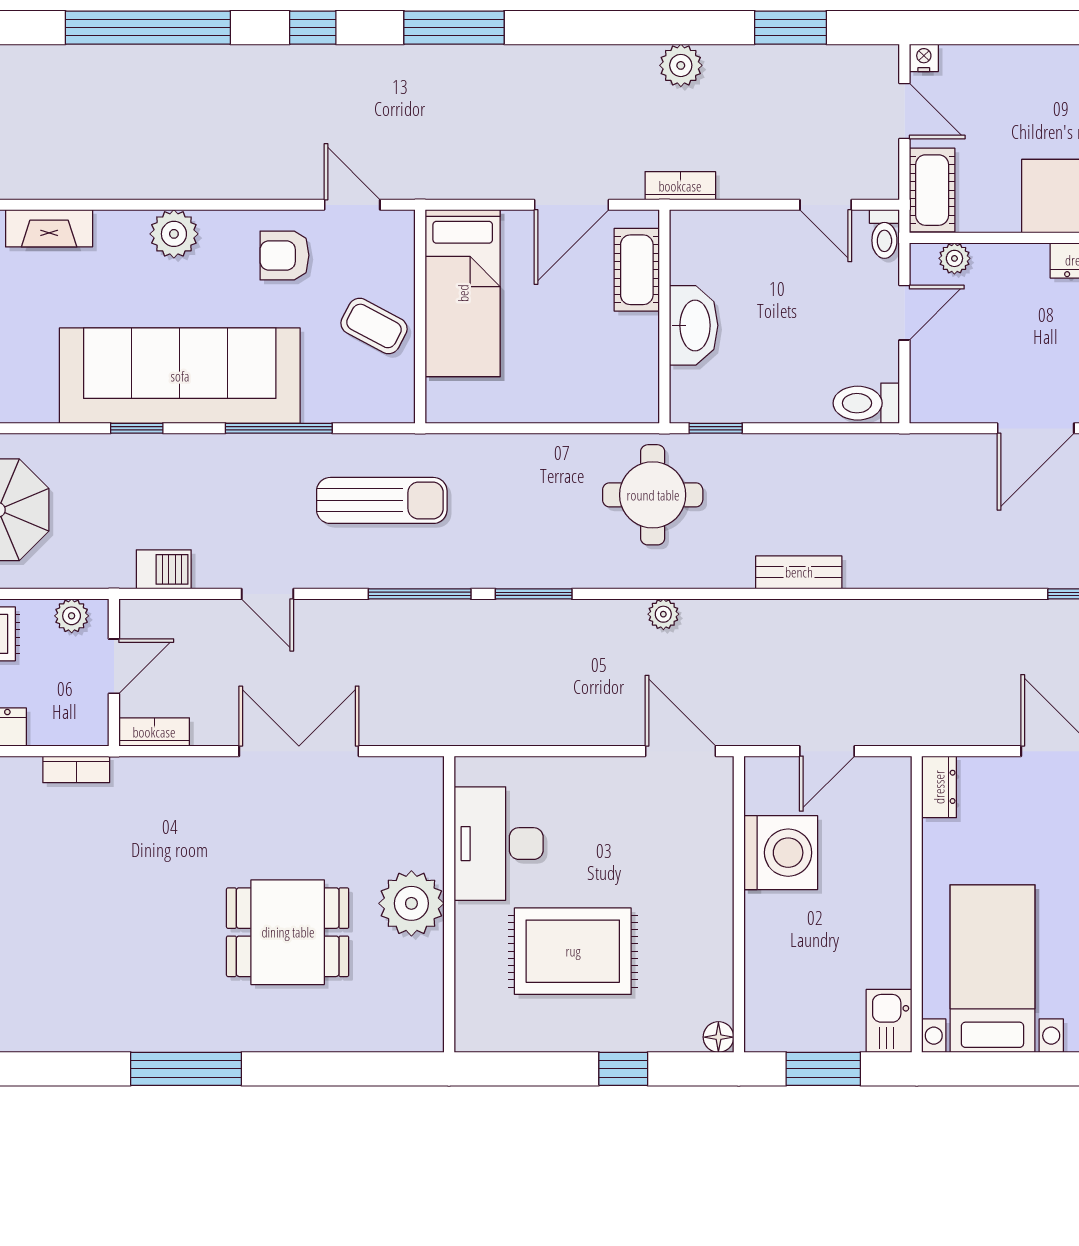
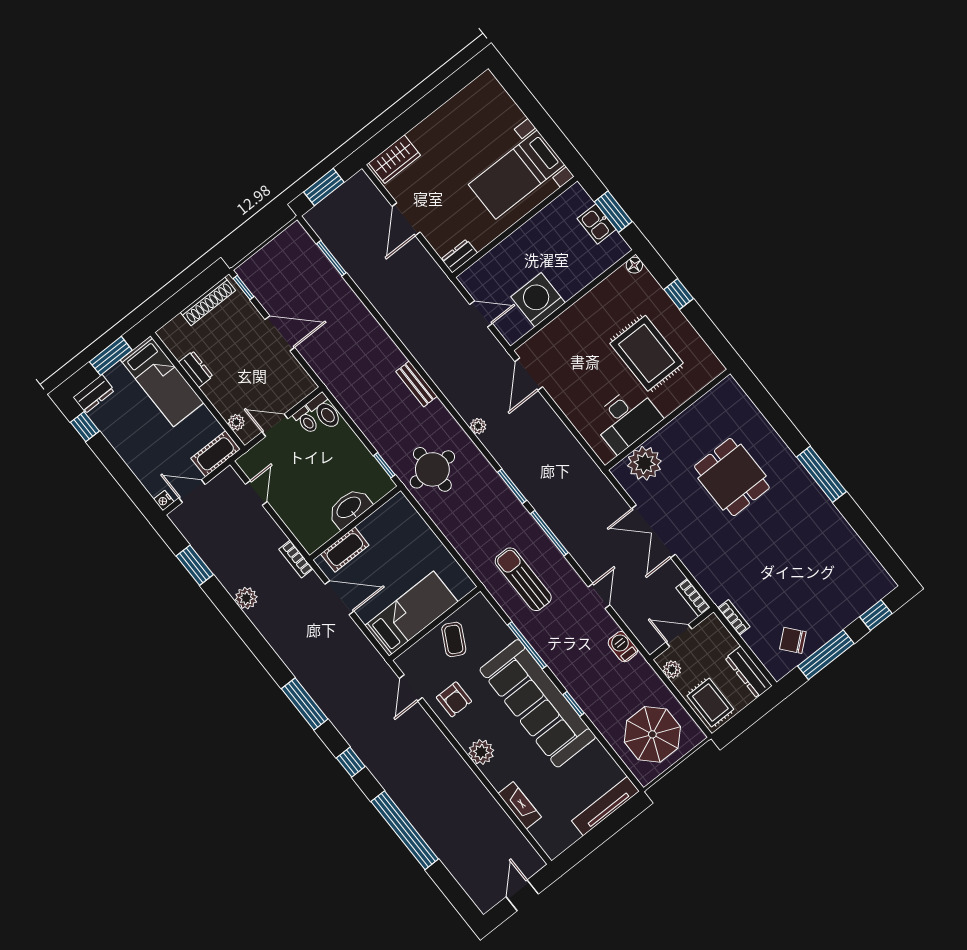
door: (904, 111) -> (192, 491), hinge flipped
toilet: (884, 234) -> (306, 420), moved, turned 90
plant: (411, 903) -> (644, 463), moved
kitchen sink: (889, 1021) -> (597, 224), moved, turned 90

